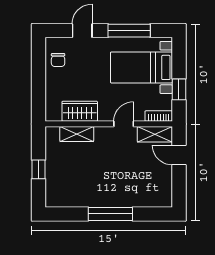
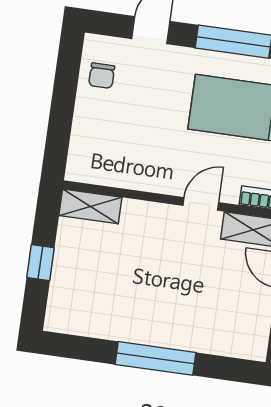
wardrobe: (80, 111) -> (127, 171), removed
shelving: (77, 134) -> (90, 206), moved

